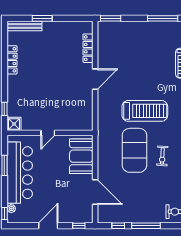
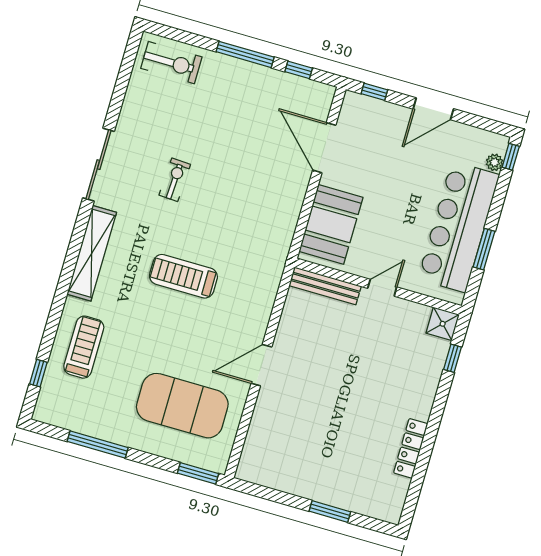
bench: (25, 26) -> (325, 286), moved
locker: (88, 48) -> (258, 429), removed
treadmill: (145, 111) -> (183, 276), width x0.73, depth x0.73
exercise mat: (134, 150) -> (182, 406), moved, turned 90

